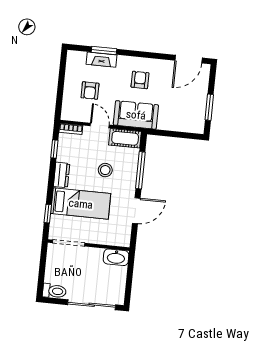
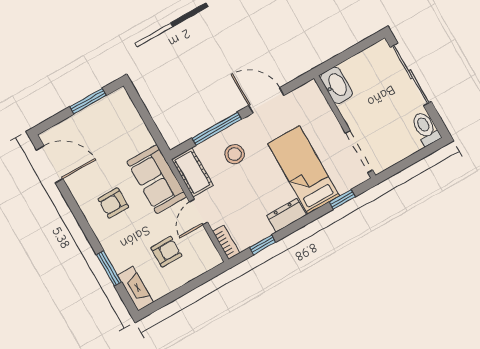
fireplace: (102, 60) -> (135, 289), moved
stool: (105, 170) -> (235, 154), moved

